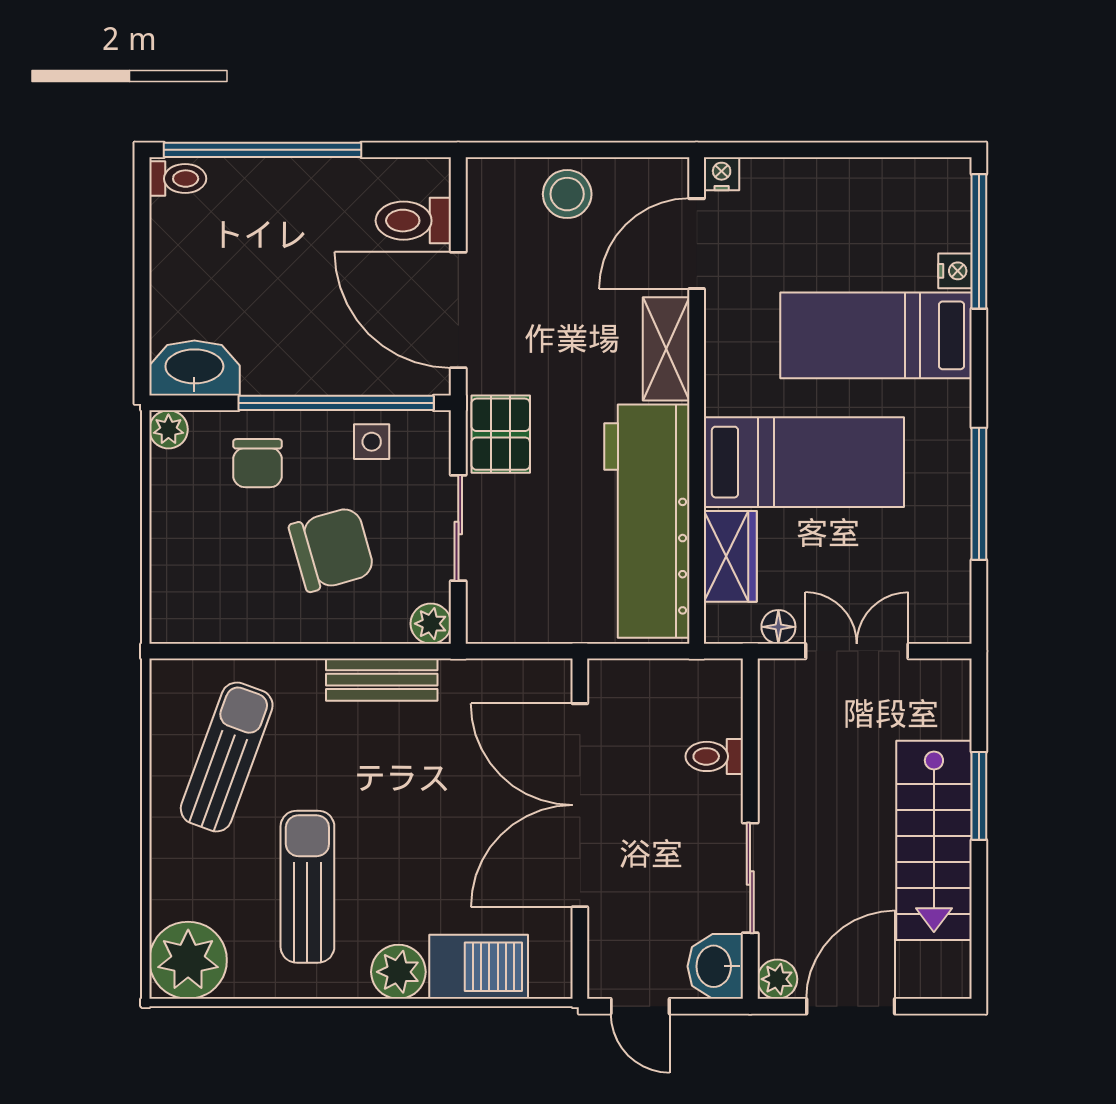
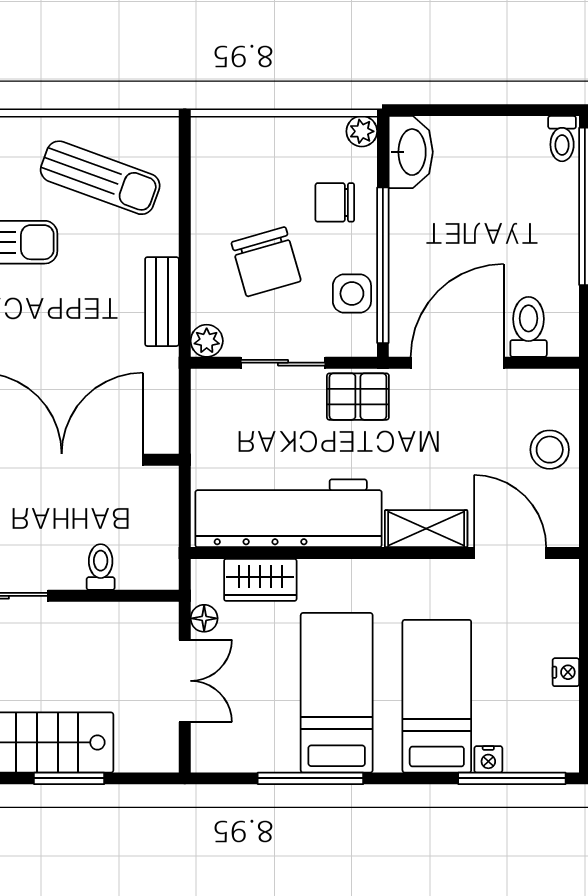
nightstand: (722, 174) -> (566, 672), moved
side table: (372, 442) -> (352, 294), width x1.37, depth x1.37
bed: (804, 462) -> (337, 693), moved, turned 180

